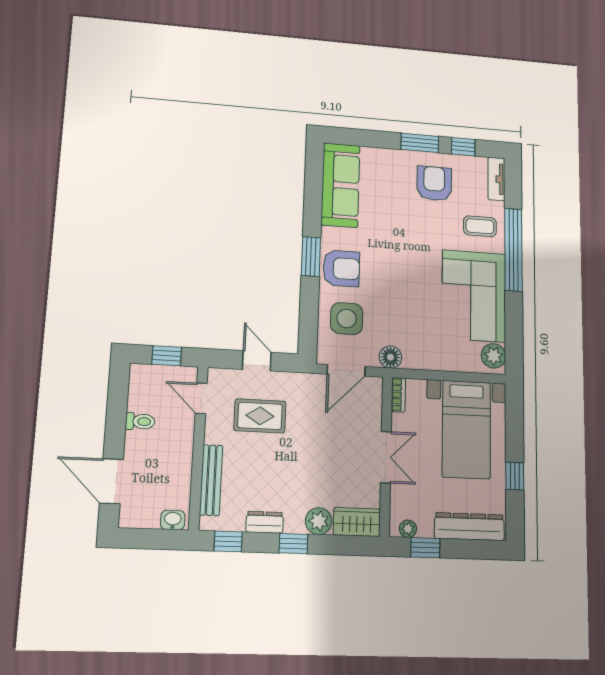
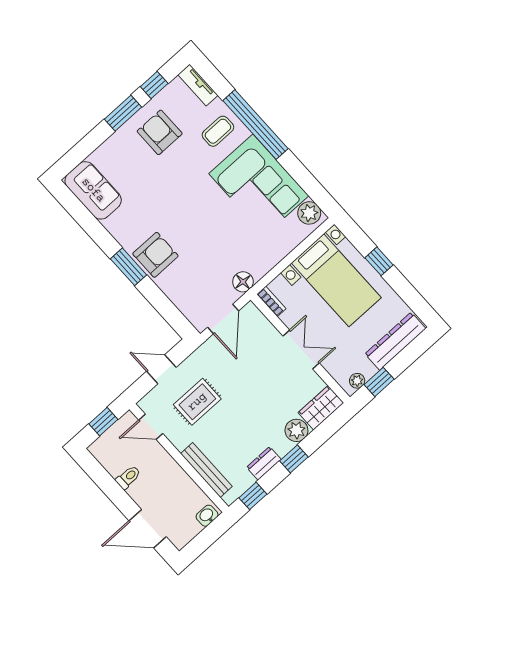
sofa: (341, 185) -> (93, 190), width x0.73
side table: (347, 319) -> (191, 285), removed
window: (515, 476) -> (379, 261), moved

